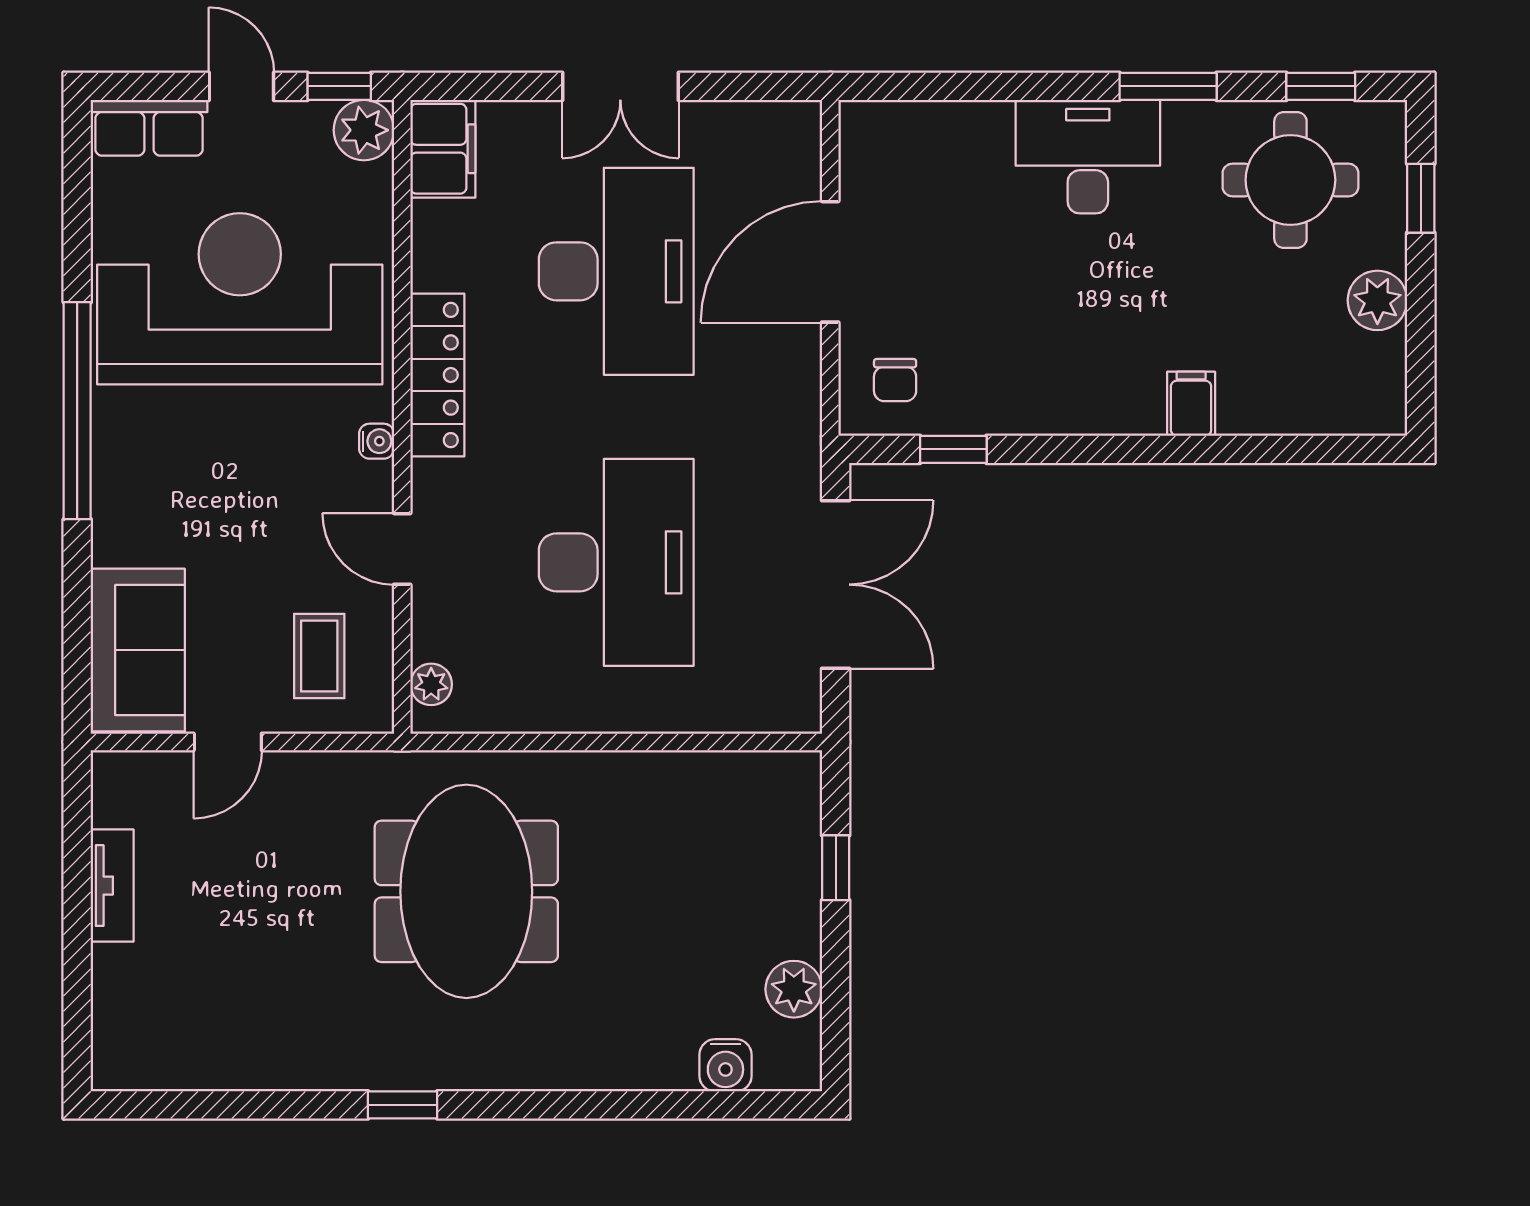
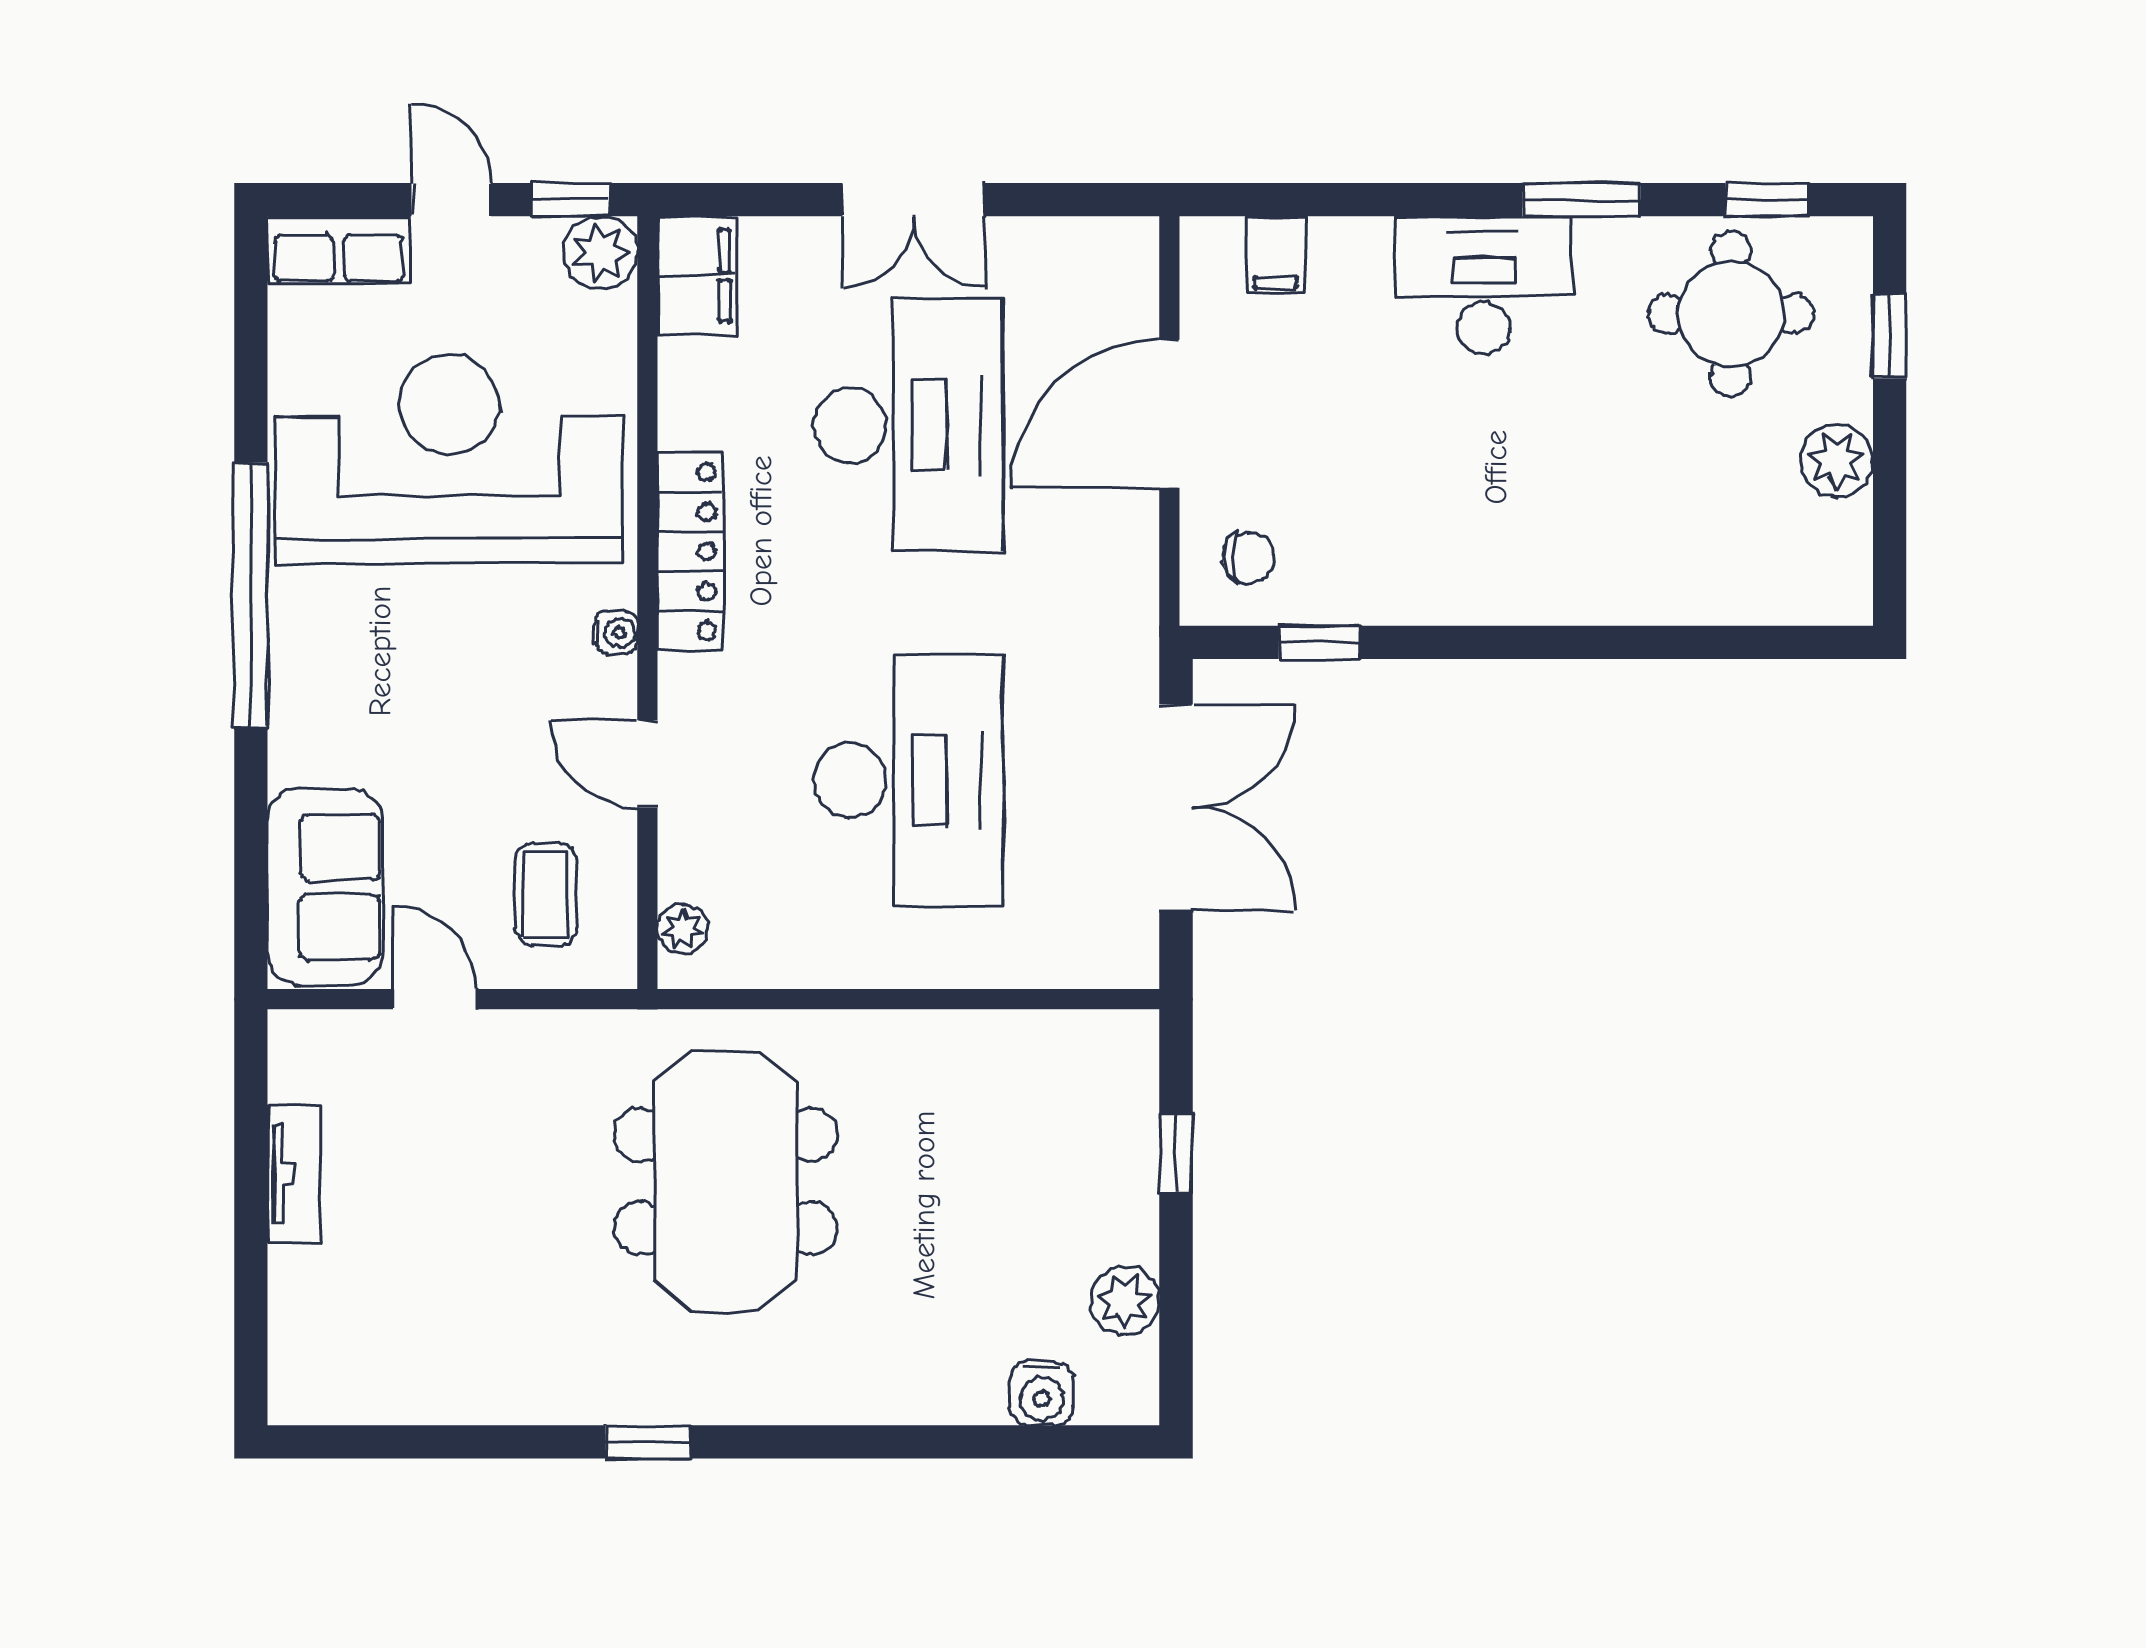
chair: (895, 380) -> (1248, 558), turned -90
filing cabinet: (1191, 404) -> (1276, 255), moved, turned 180
door: (228, 742) -> (435, 999), swing flipped

